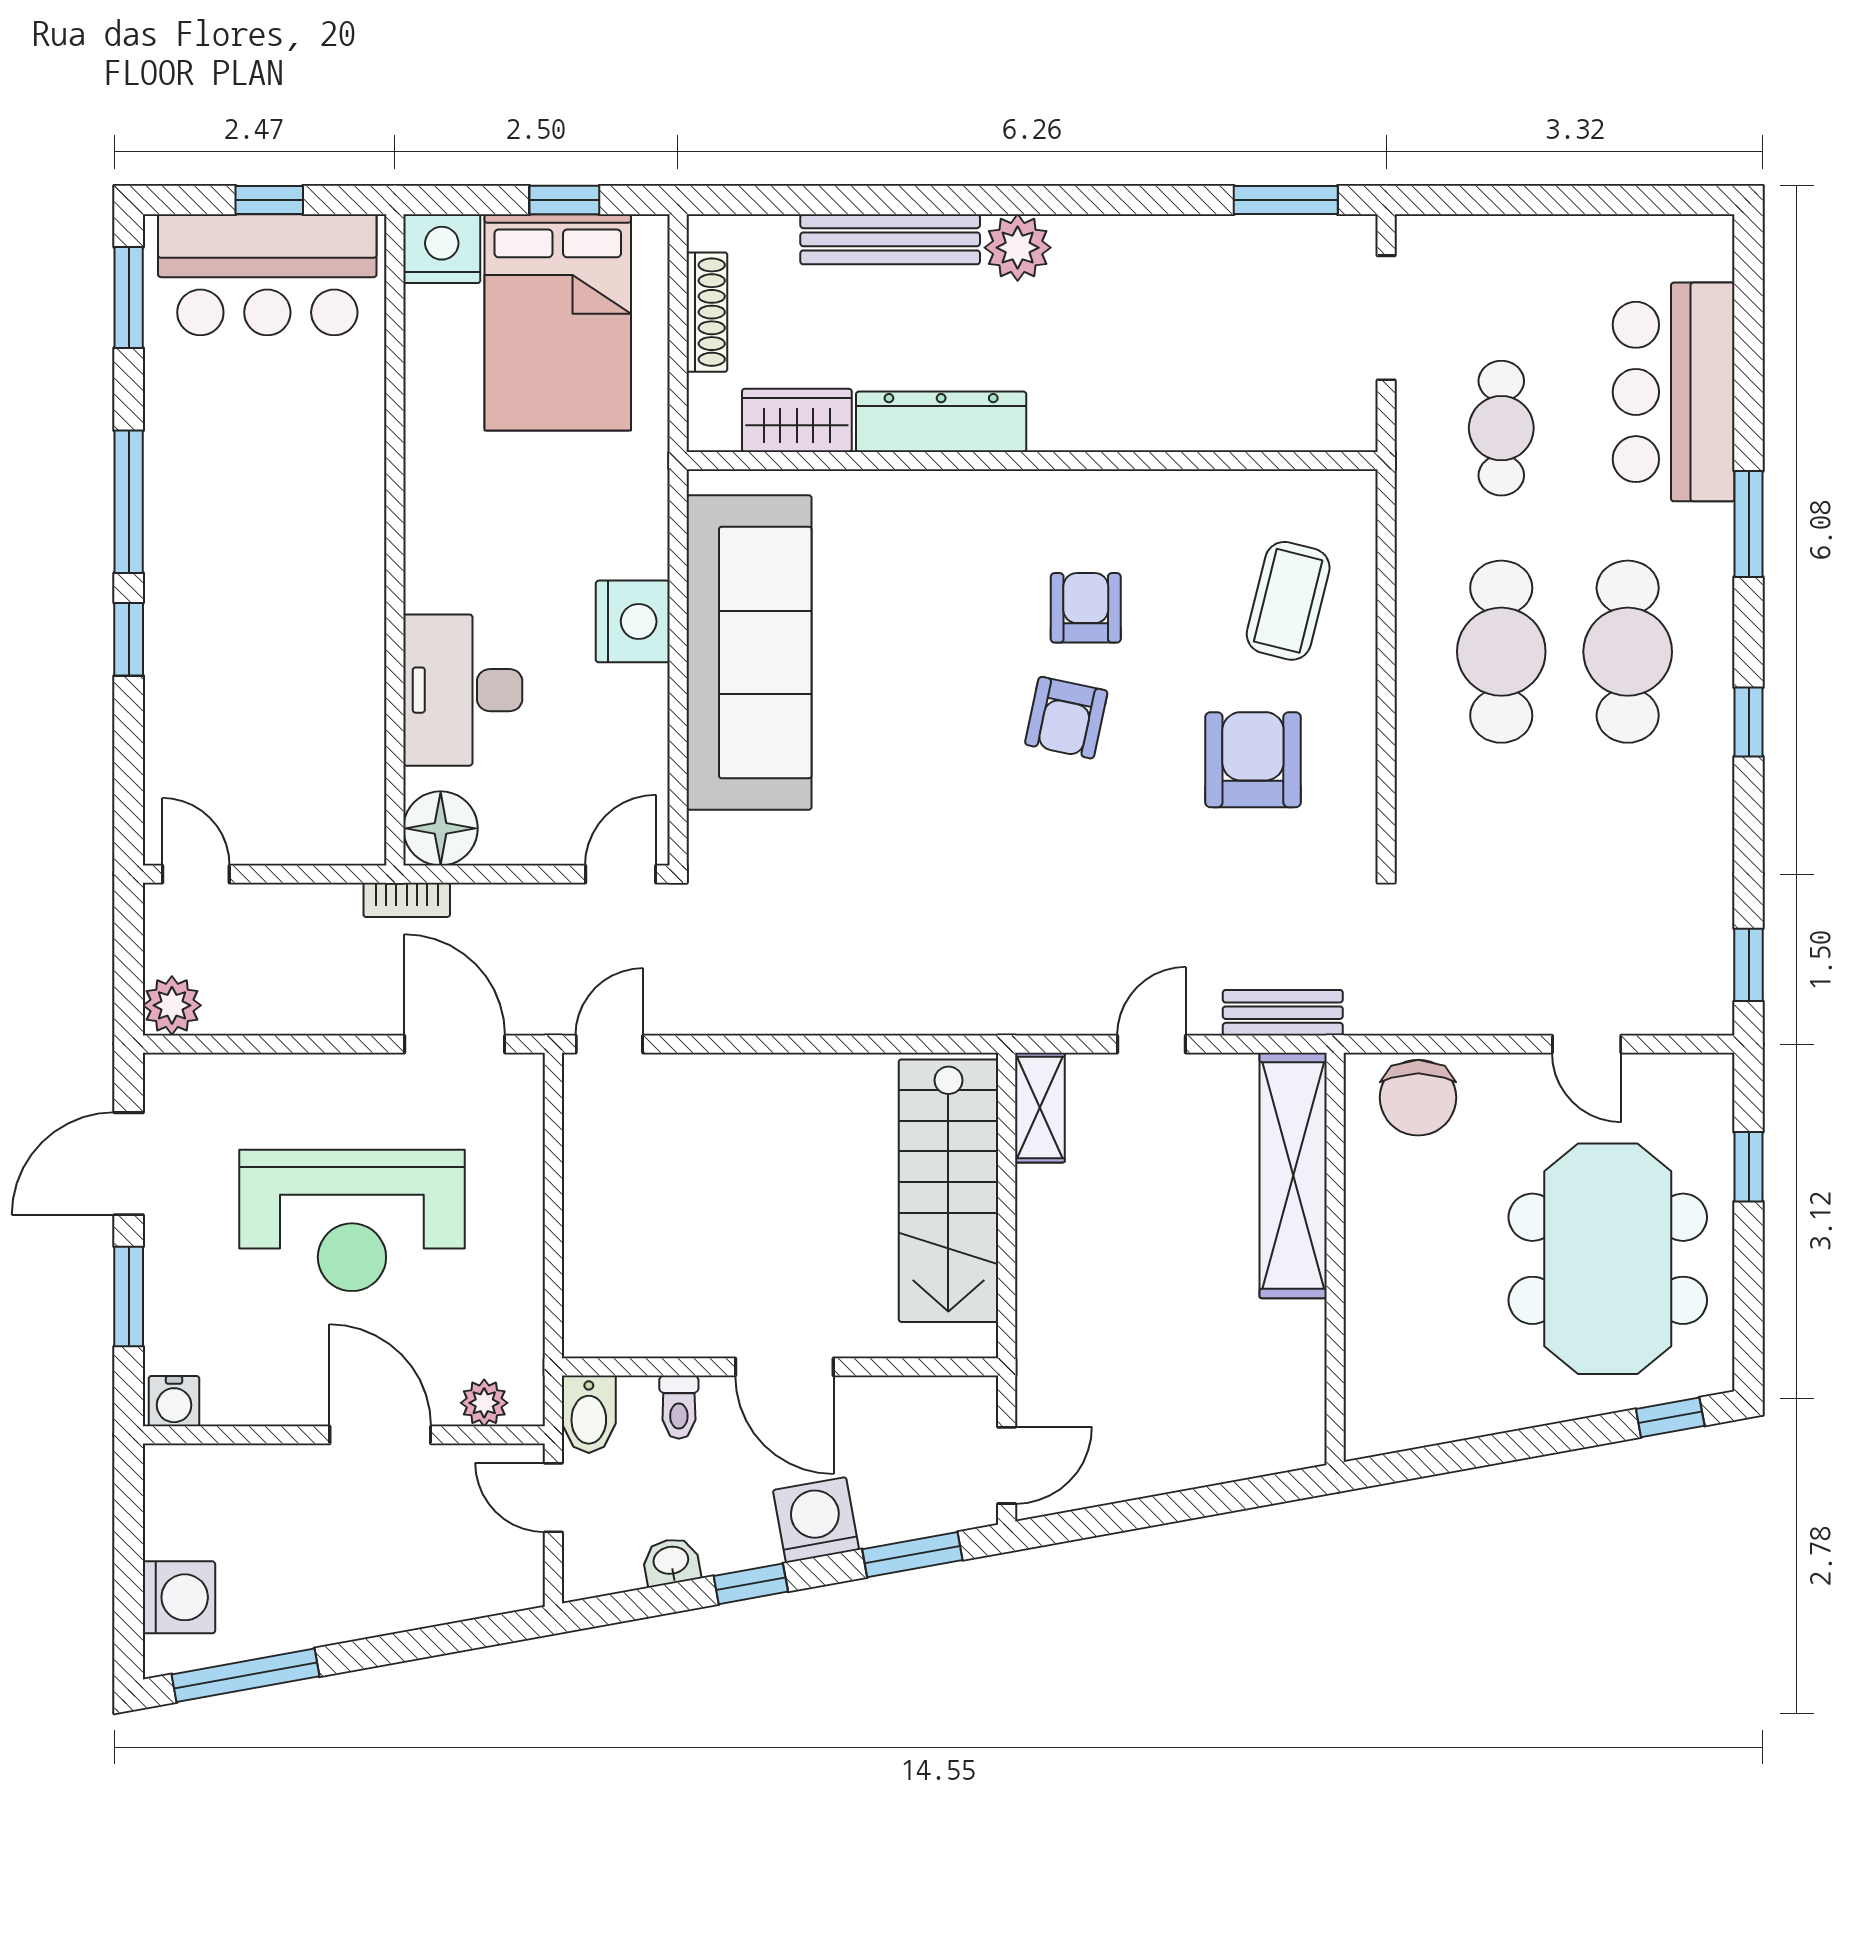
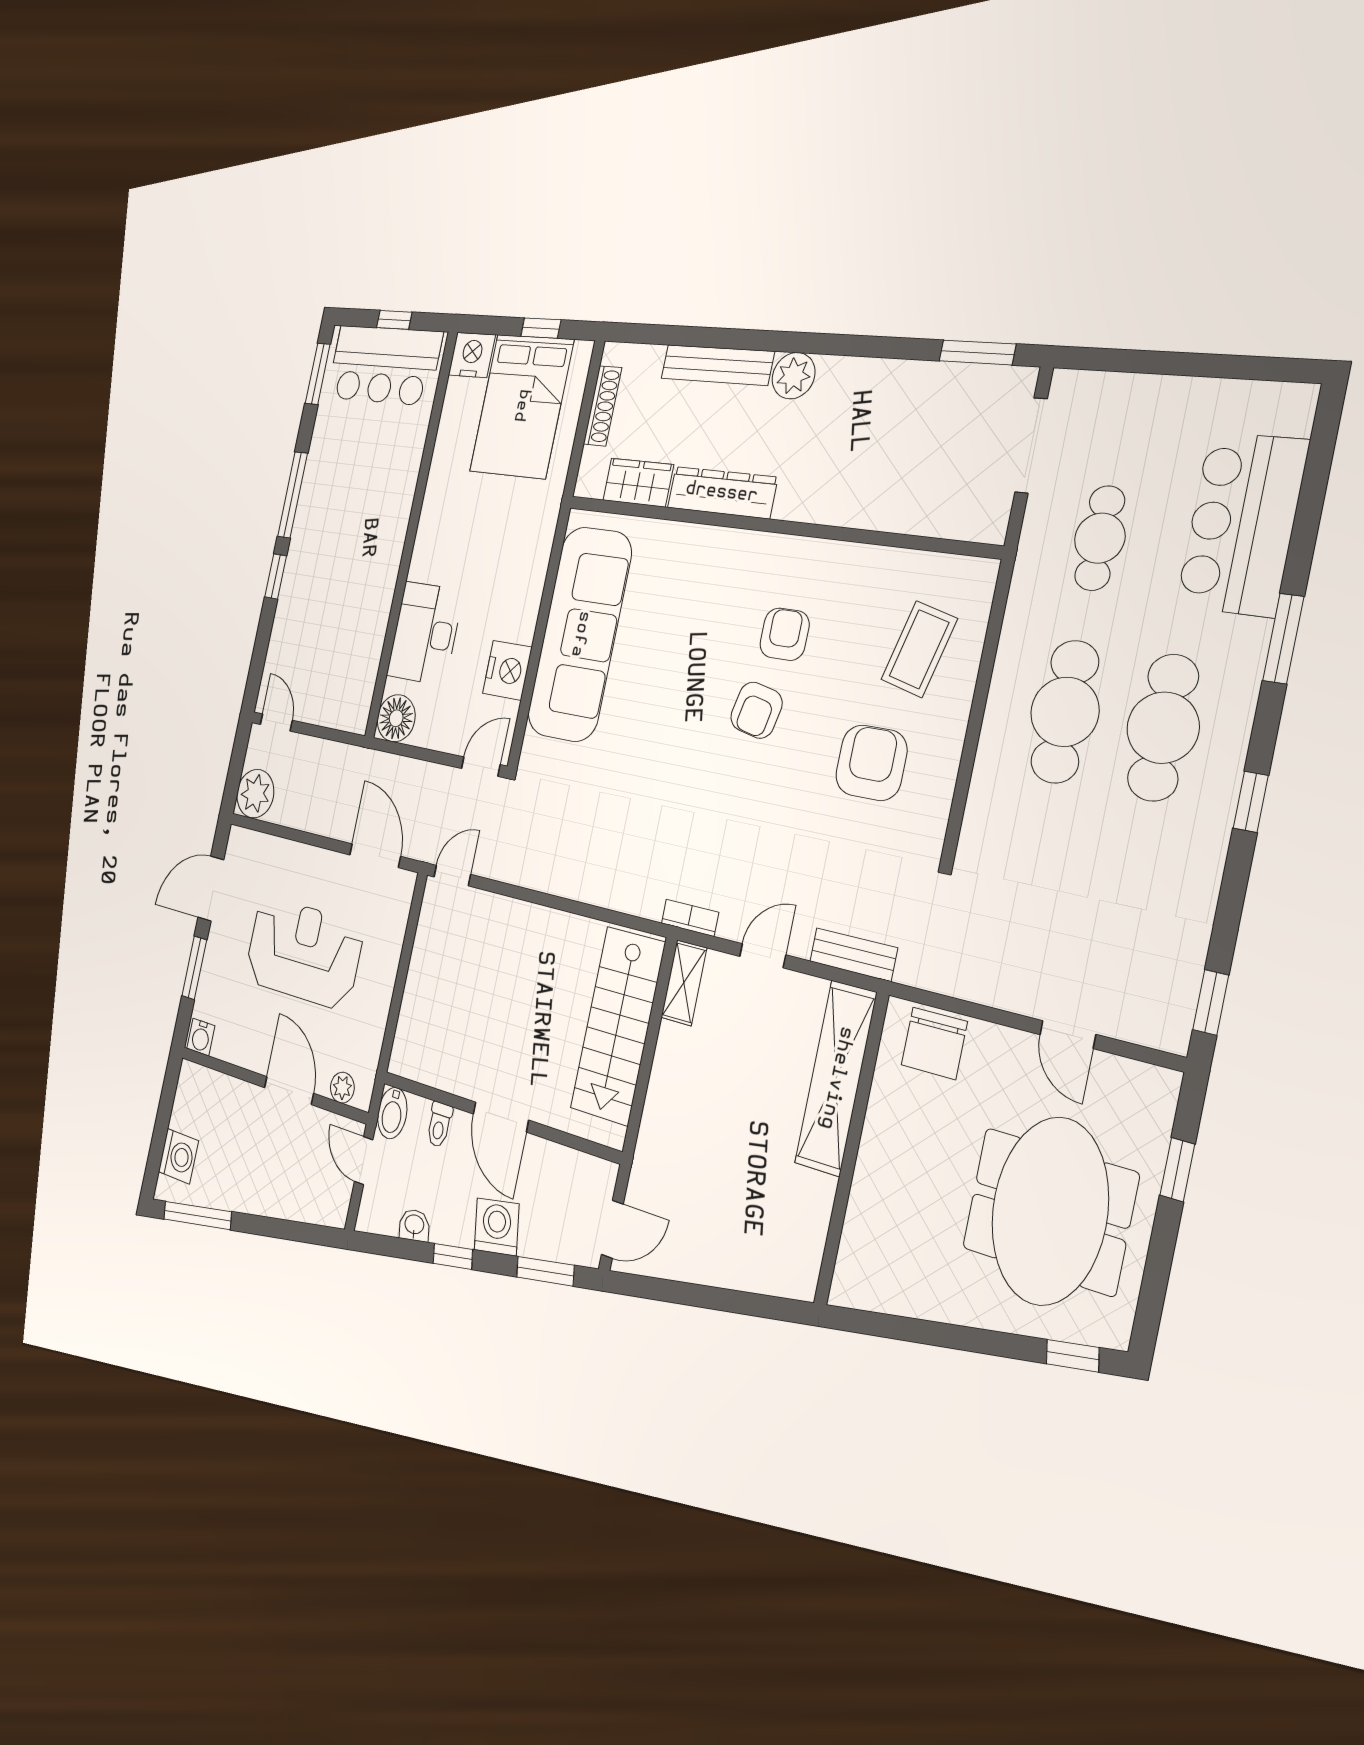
nightstand: (633, 621) -> (507, 670), moved
bookcase: (407, 900) -> (690, 918), moved, turned 180
plant: (172, 1005) -> (255, 794), width x1.36, depth x1.36
reception desk: (352, 1220) -> (303, 952), turned 180

